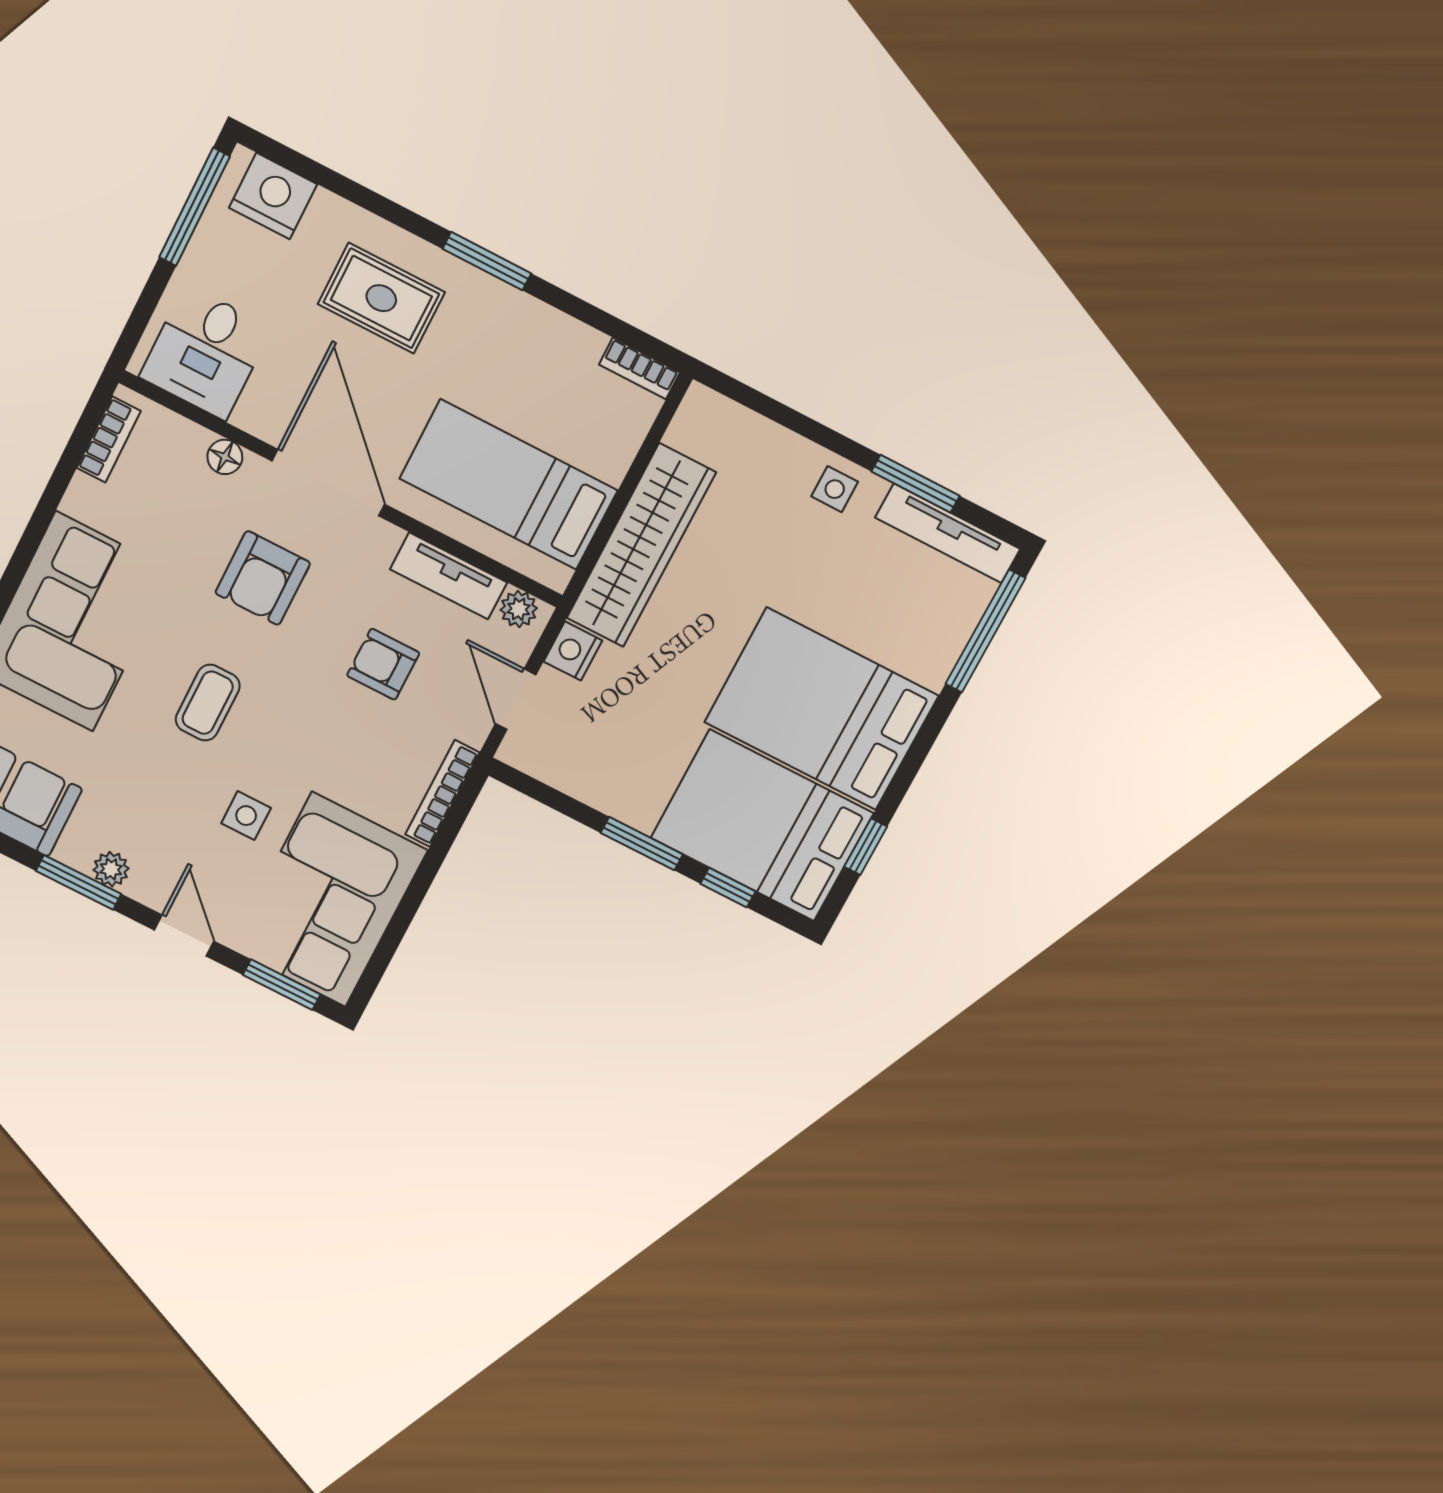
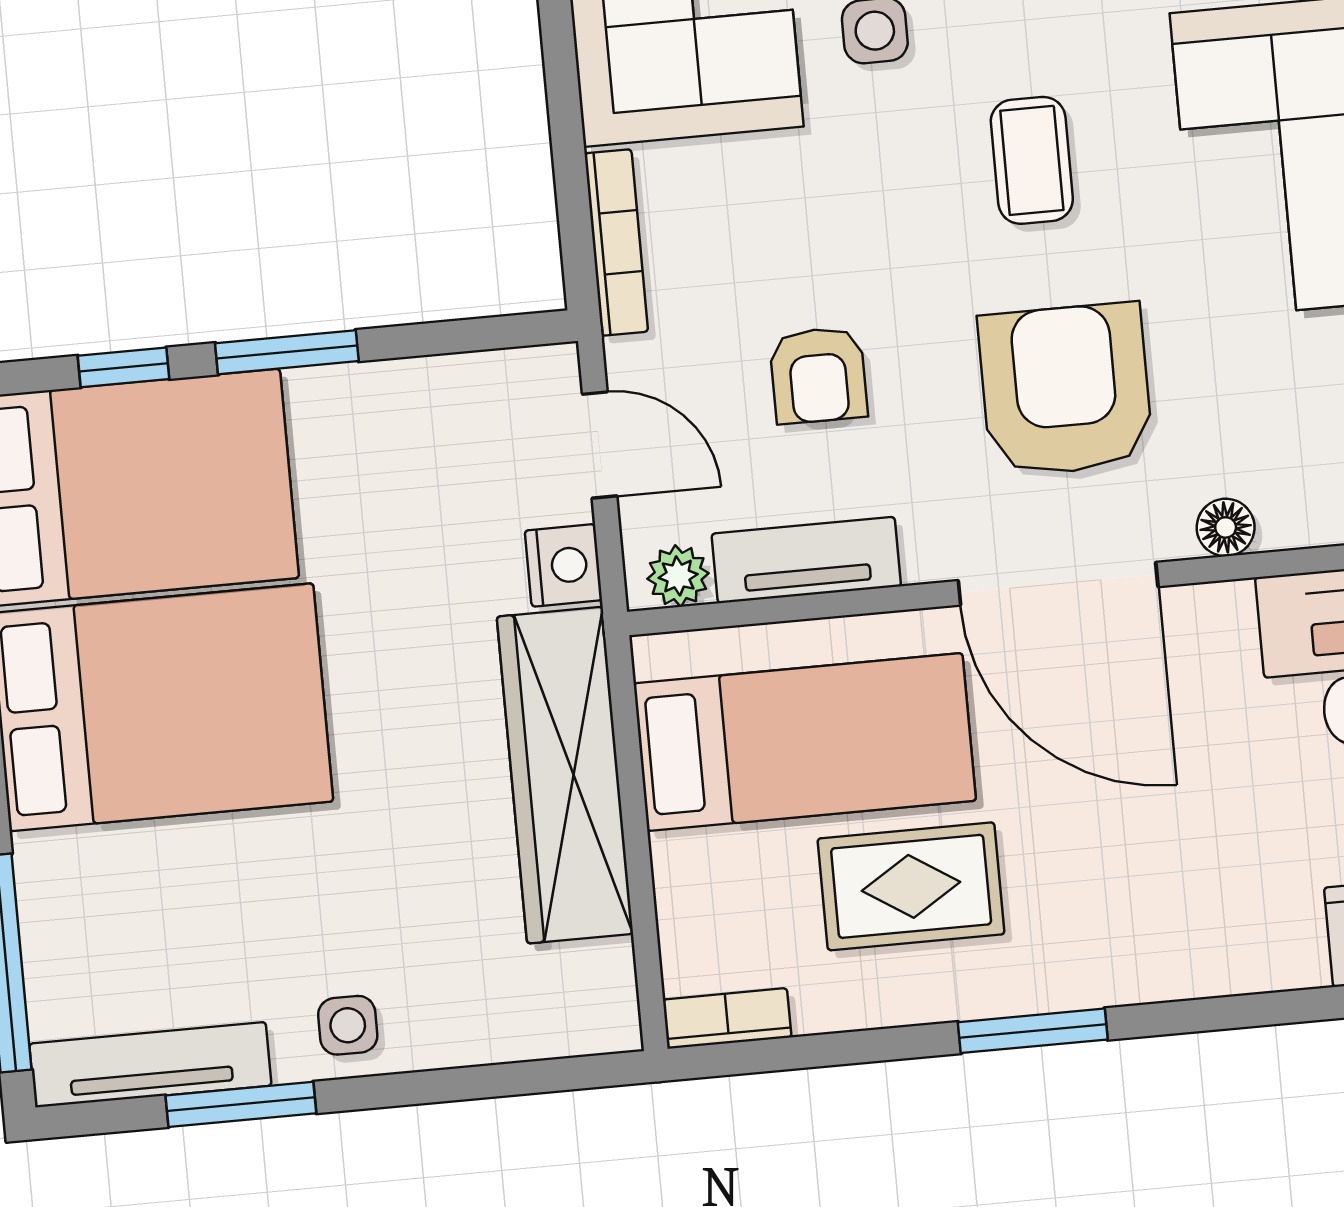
rug: (381, 298) -> (911, 886), moved
armchair: (263, 578) -> (1066, 390), width x1.36, depth x1.36
armchair: (383, 664) -> (818, 375), turned 90

